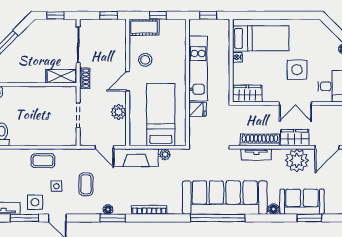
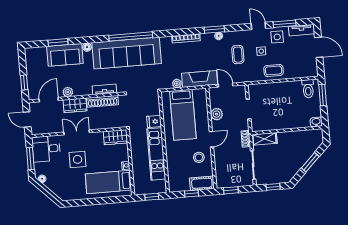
plant: (297, 160) -> (68, 92), width x0.53, depth x0.53

